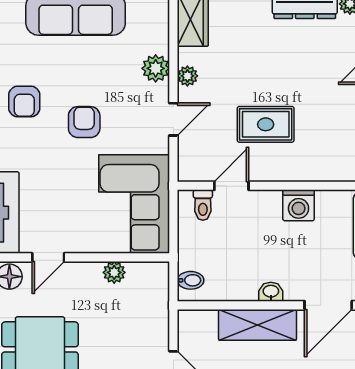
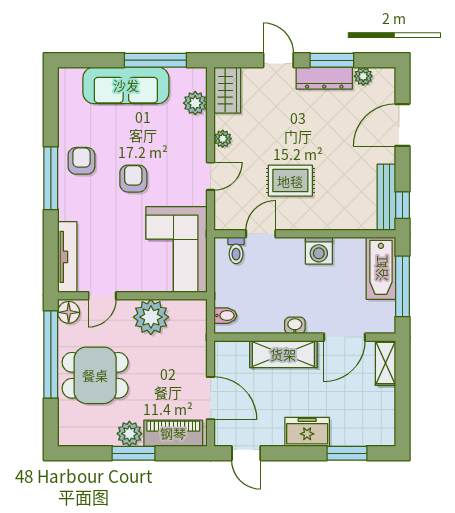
plant: (156, 68) -> (195, 103), moved
armchair: (24, 102) -> (81, 161), turned 180
plant: (114, 272) -> (151, 317), width x1.88, depth x1.88

